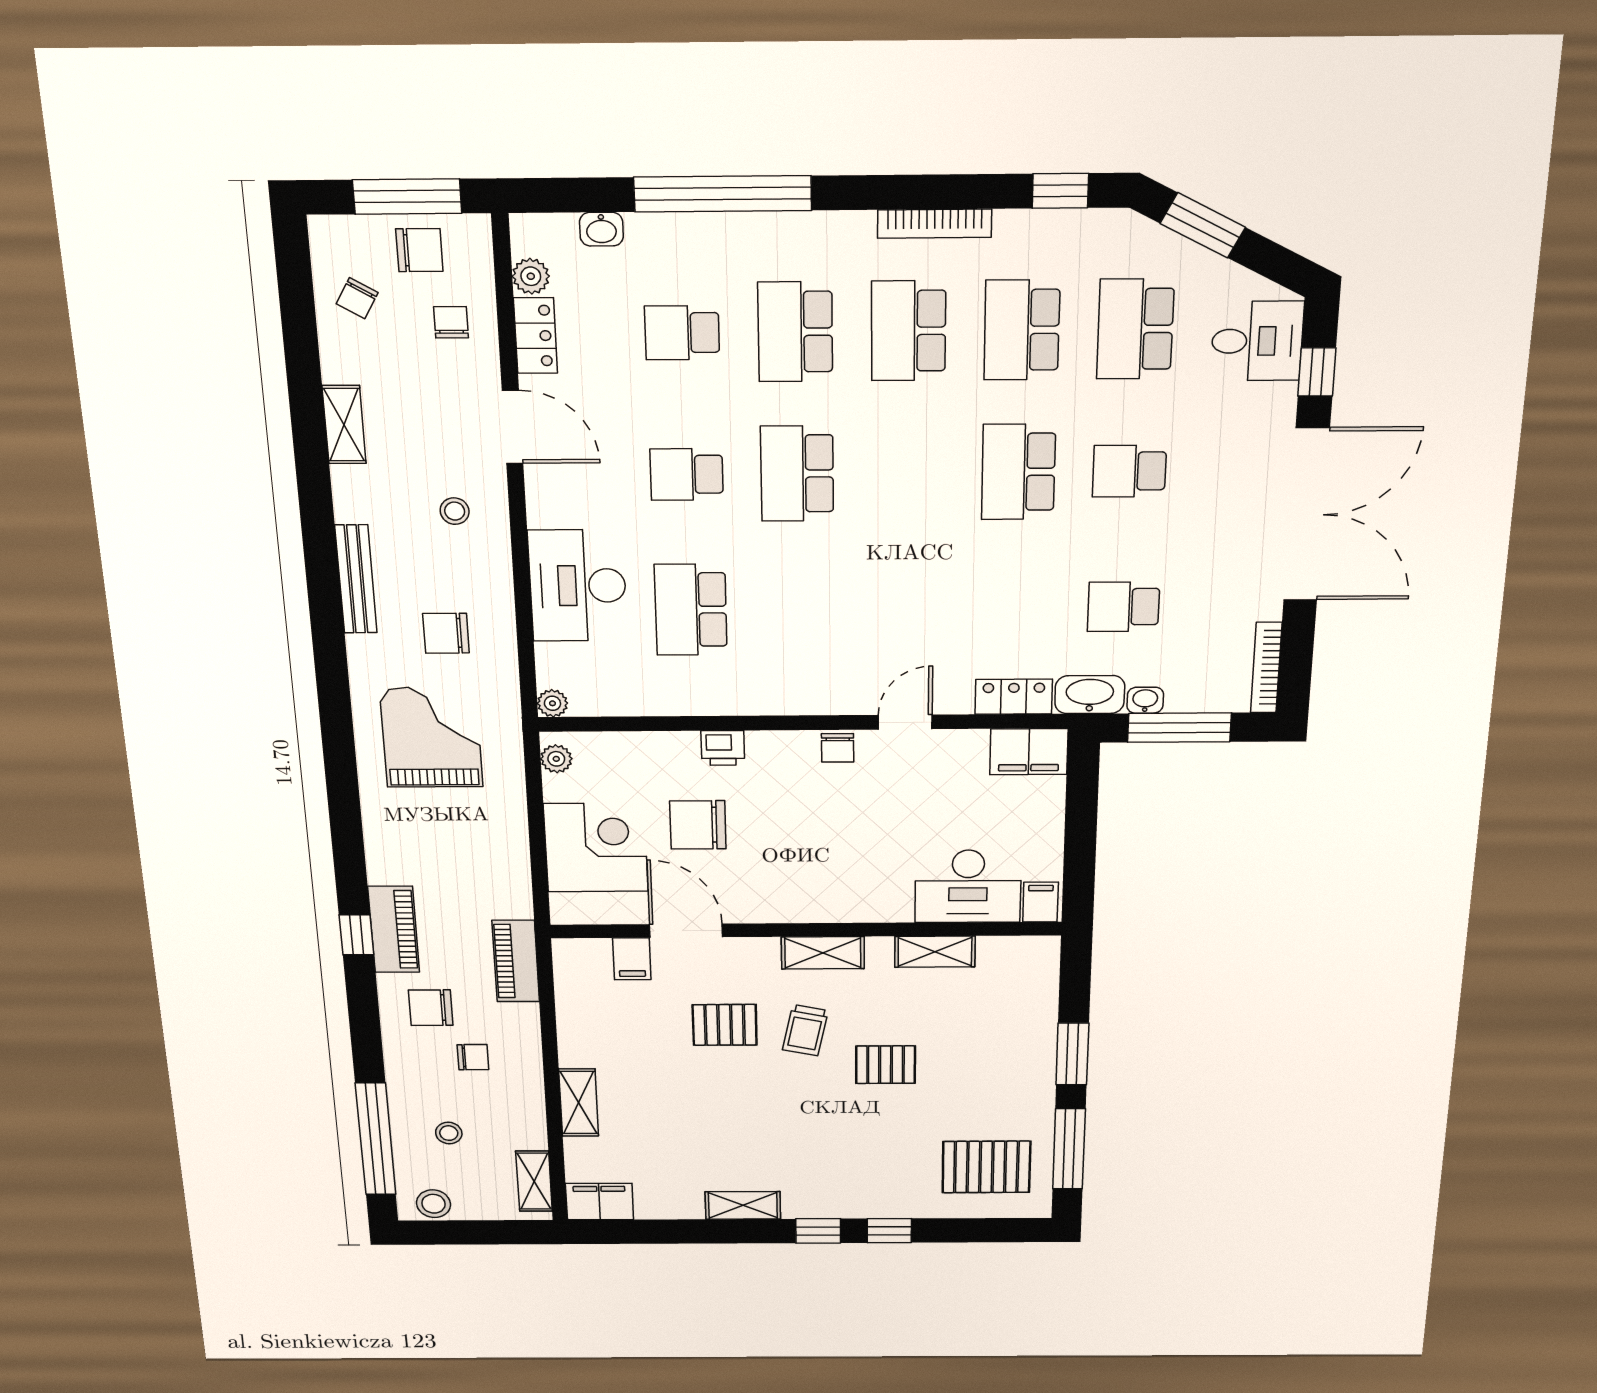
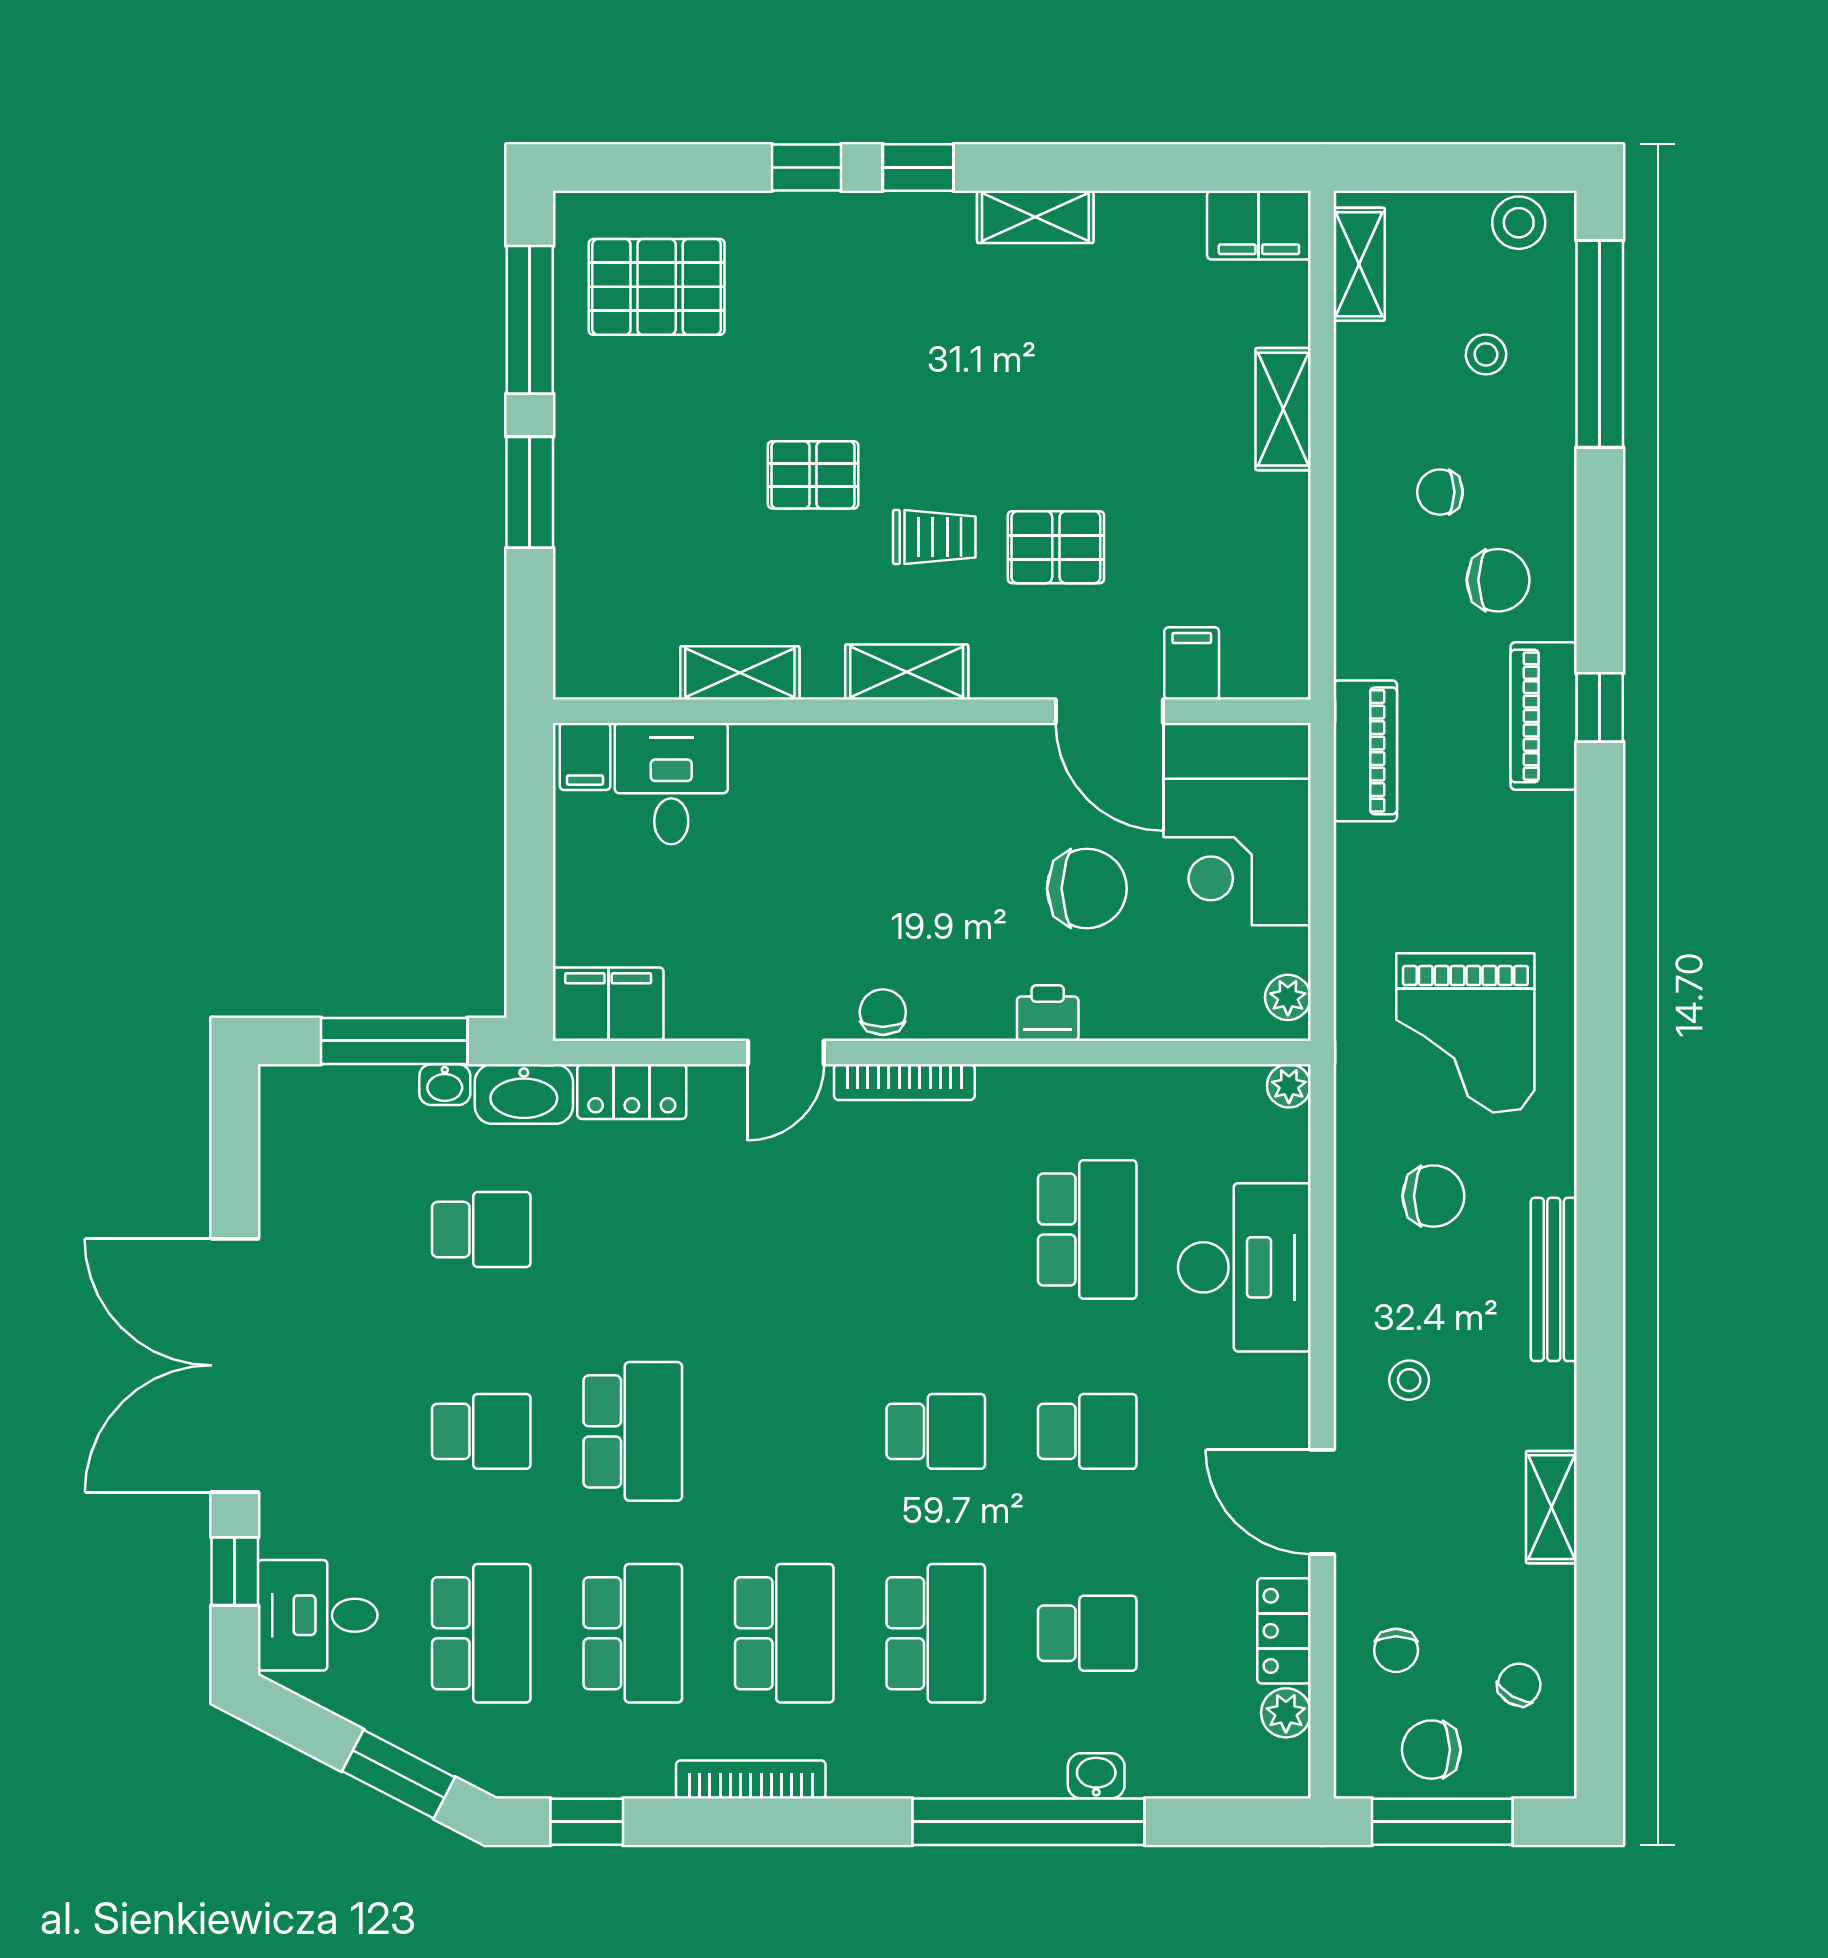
washbasin: (601, 229) -> (1096, 1776), moved
school desk: (797, 474) -> (936, 1431), width x0.54
bookcase: (1266, 668) -> (904, 1082), moved, turned 90
desk: (968, 886) -> (671, 784), width x0.73
piano: (516, 961) -> (1365, 751), moved
trolley: (805, 1030) -> (934, 537), turned 78

